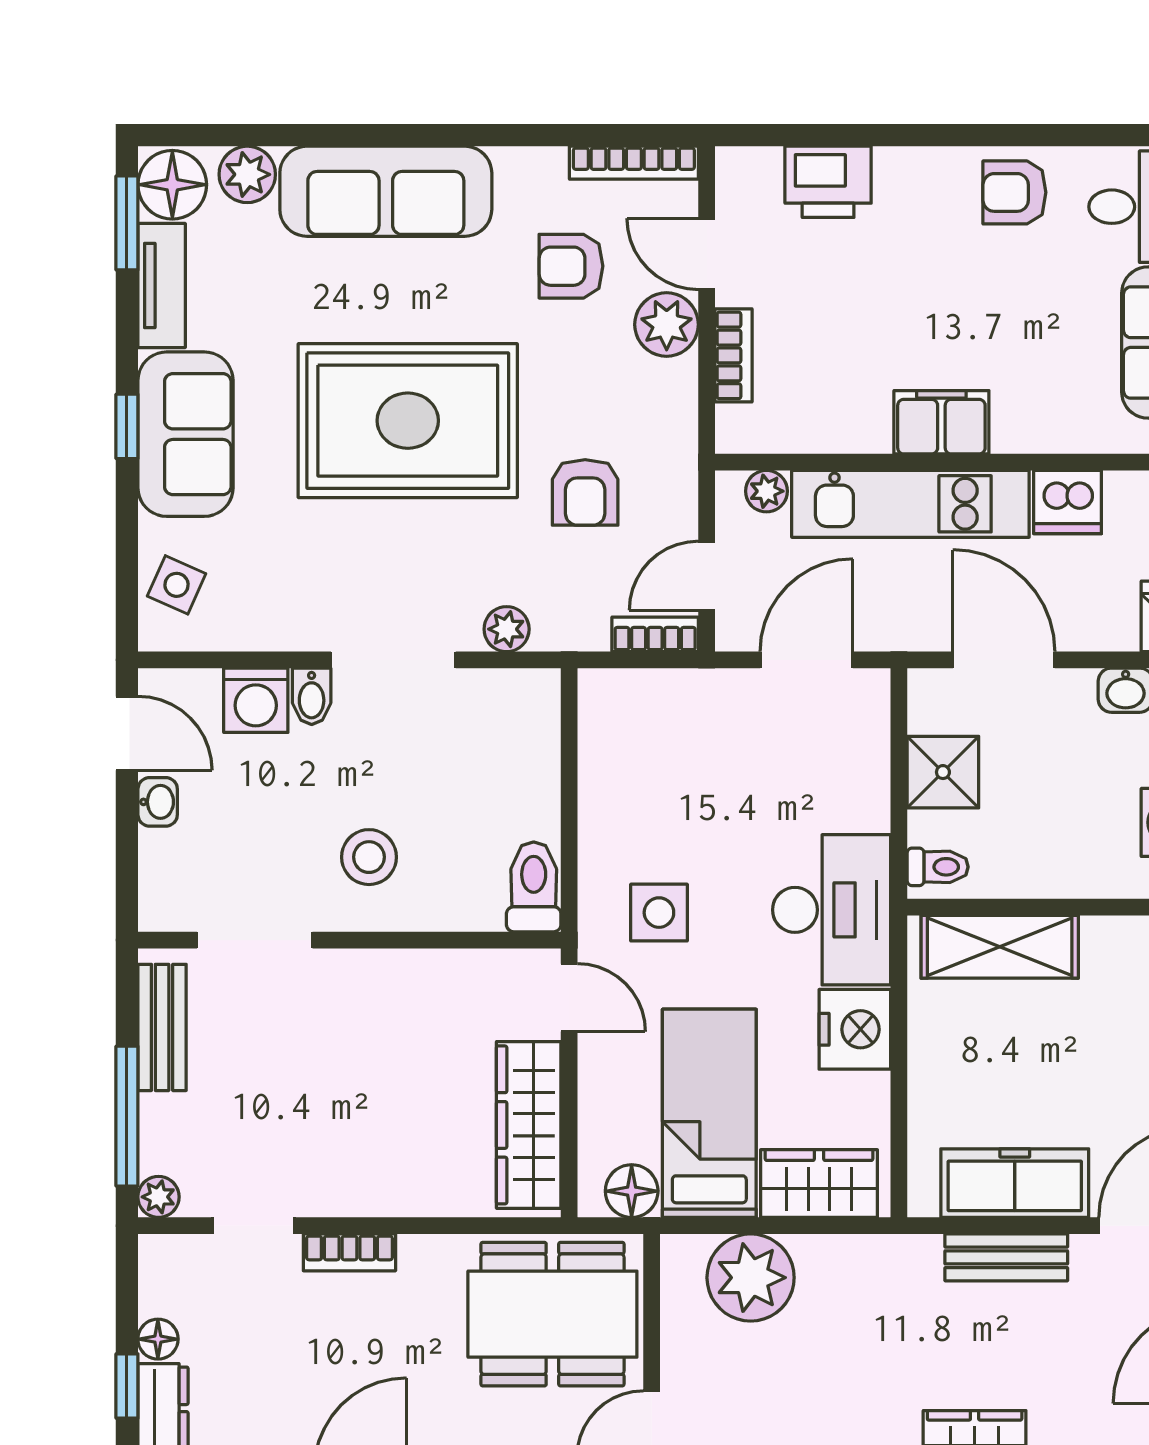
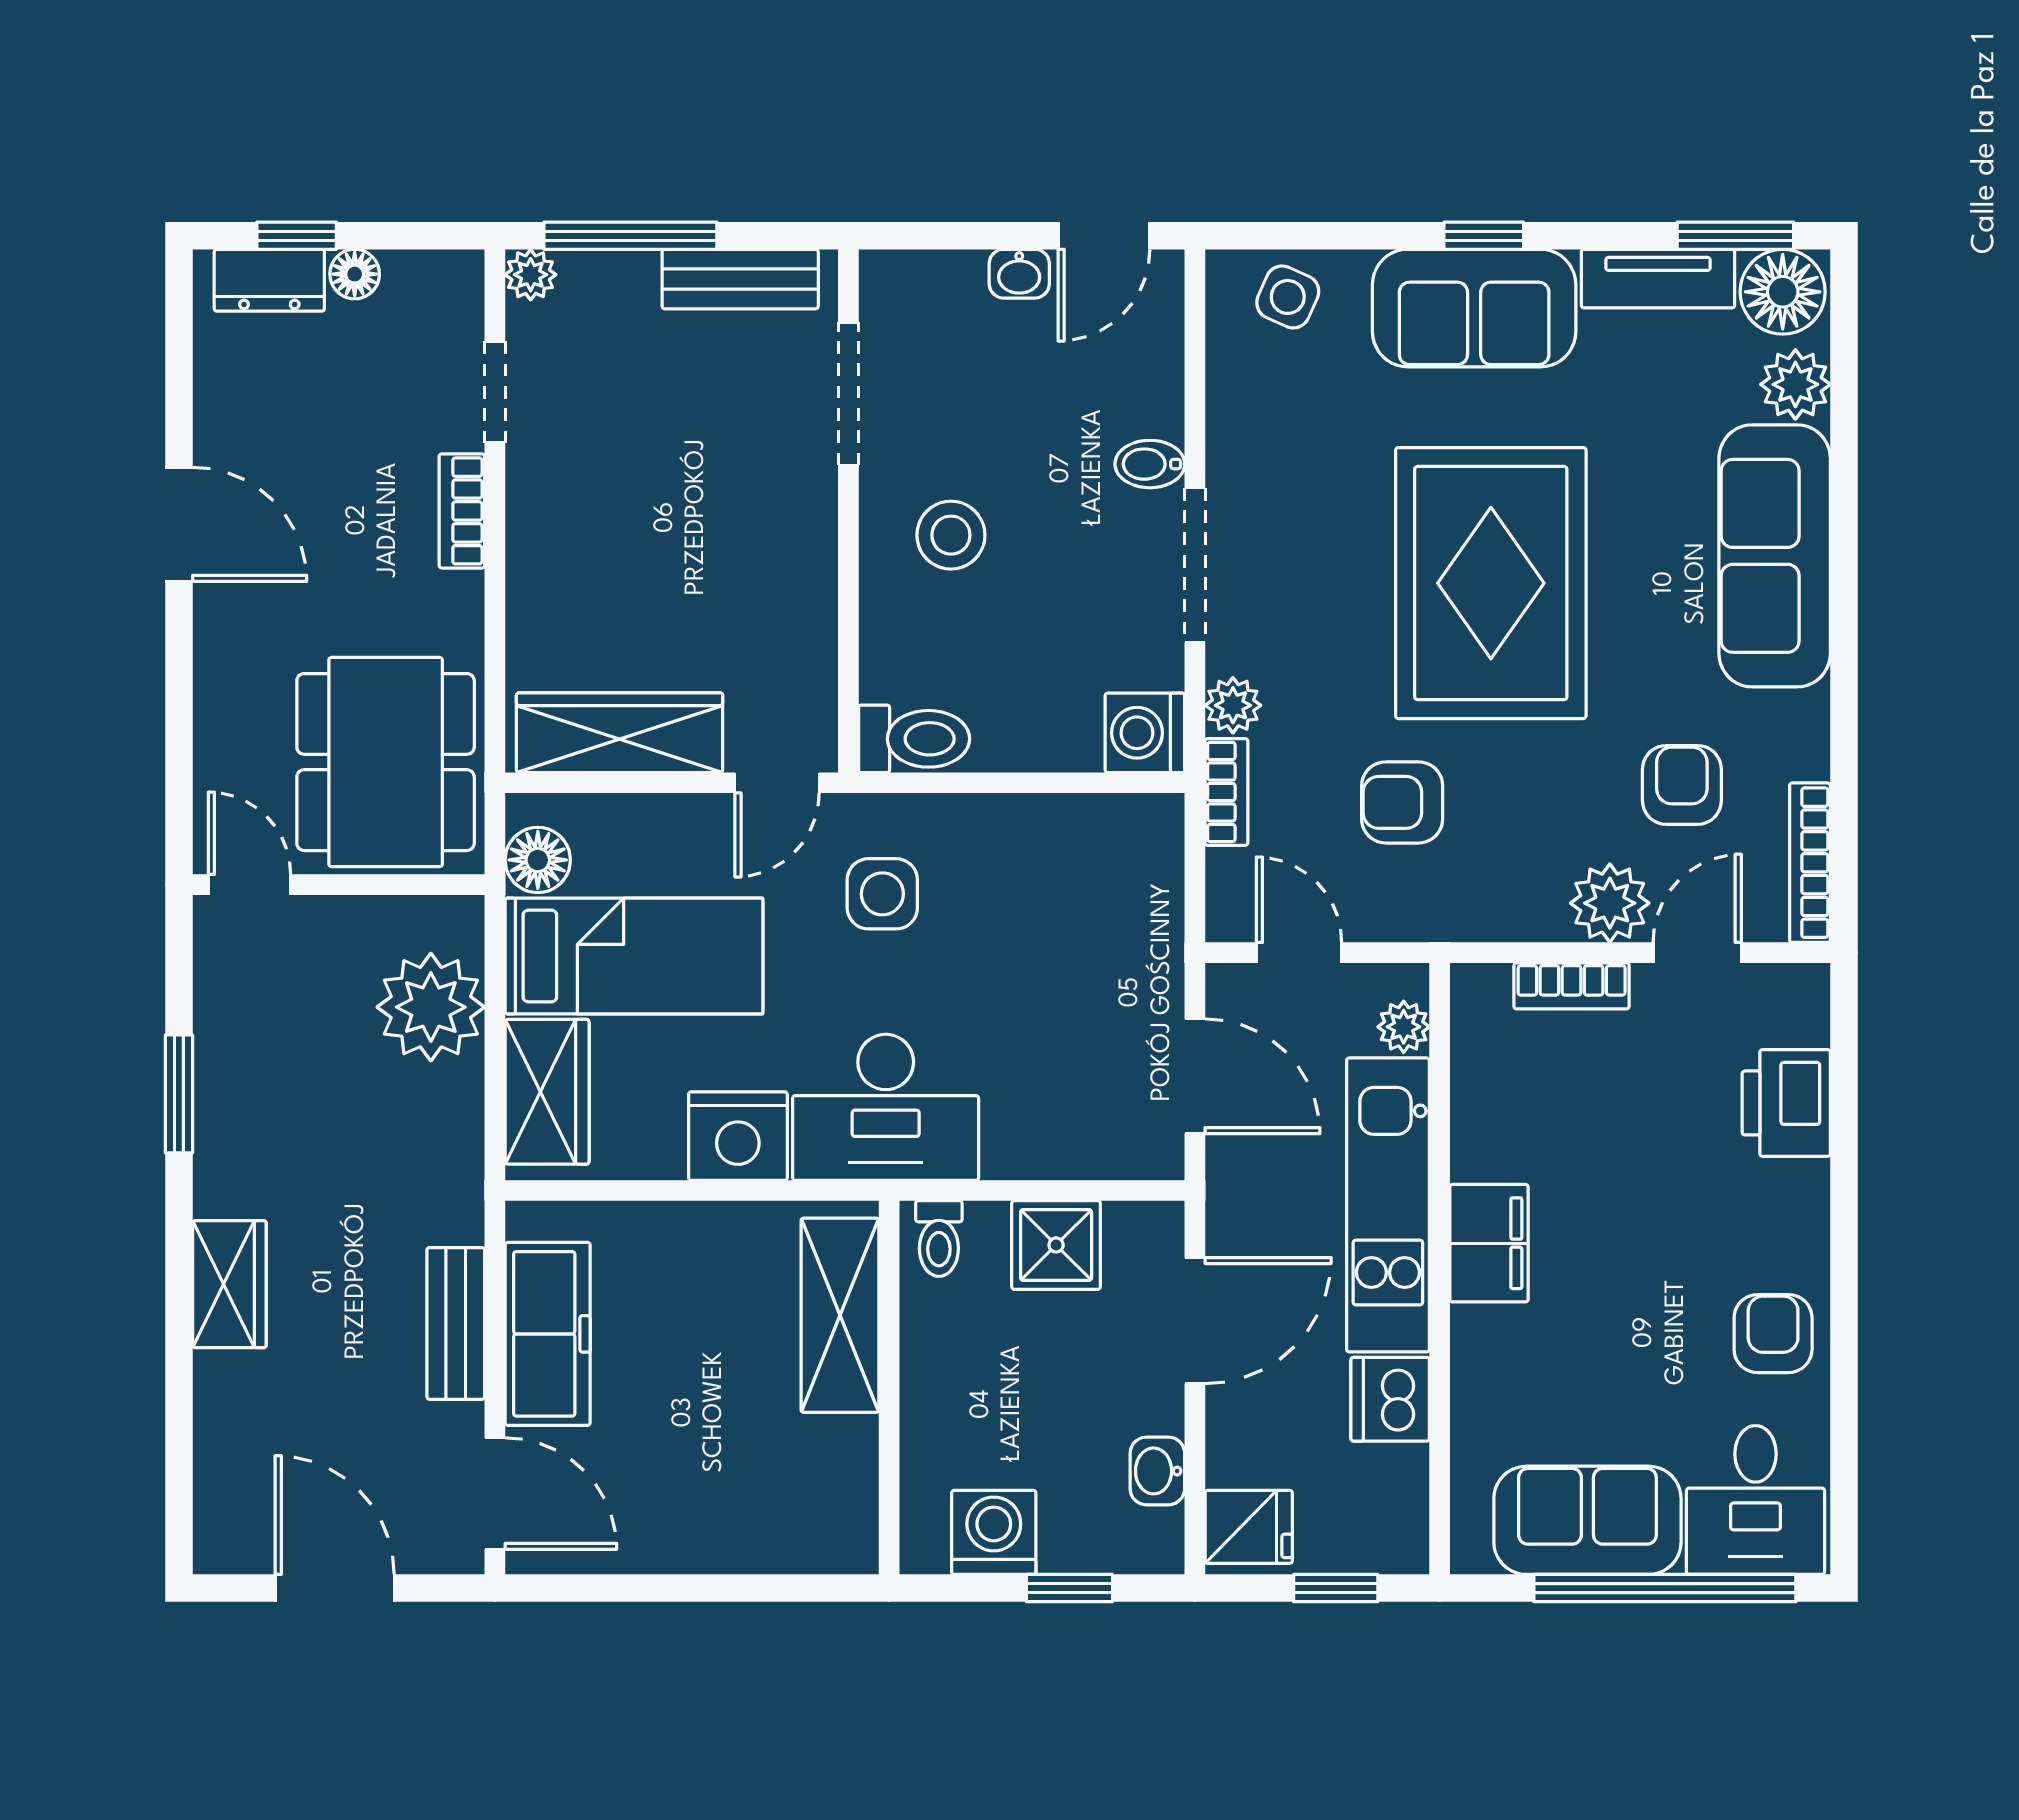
bookcase: (655, 634) -> (1226, 792), moved
washing machine: (256, 700) -> (1145, 733), moved

